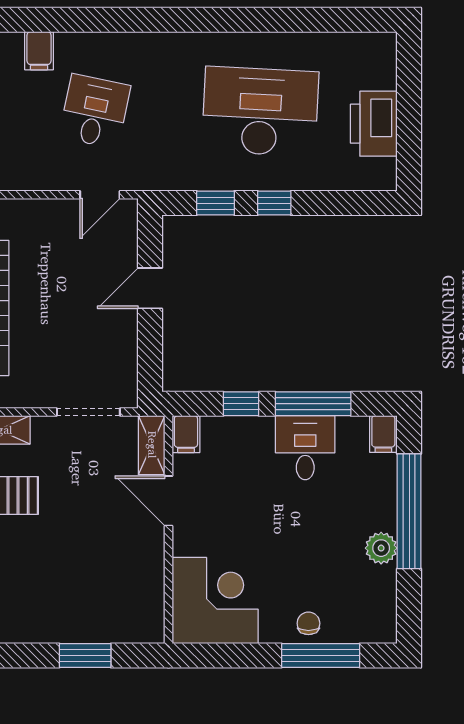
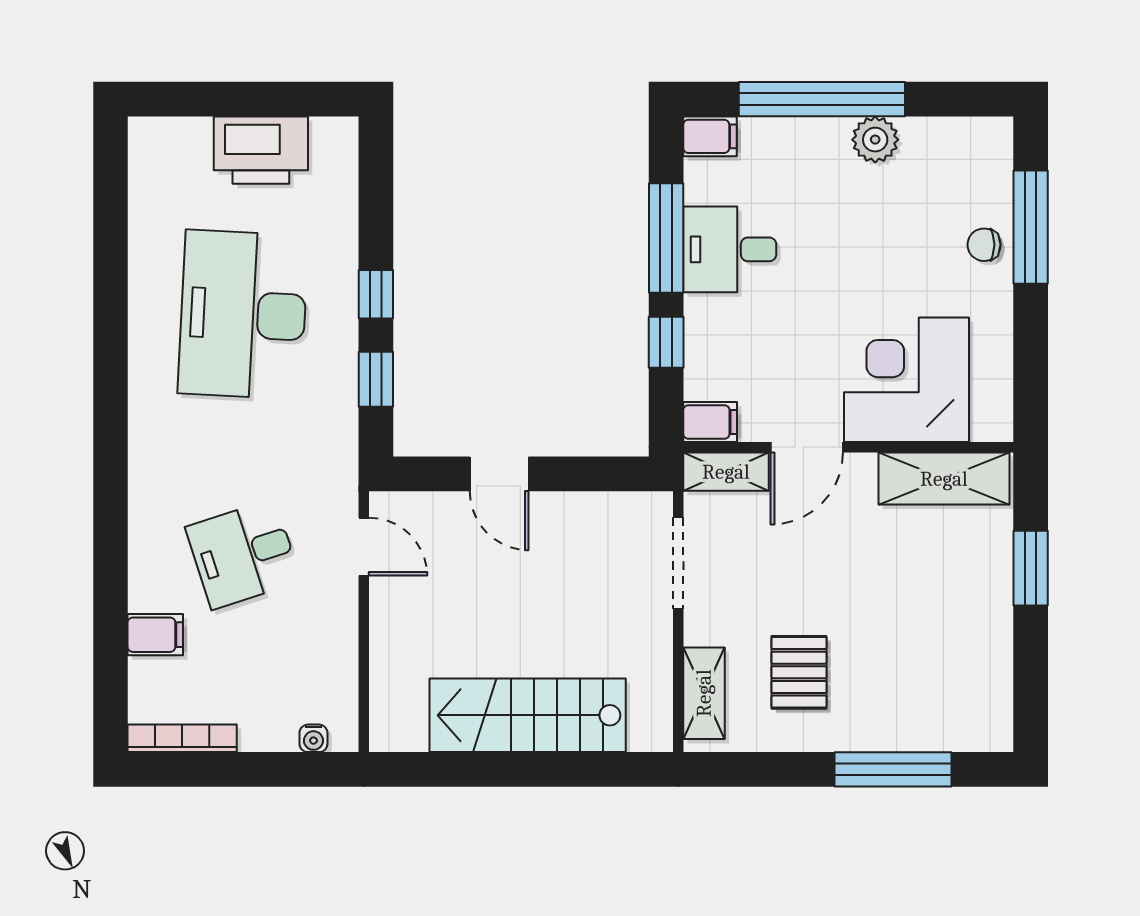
desk: (95, 111) -> (243, 554), turned -30
shelving: (147, 596) -> (944, 479), added
corner desk: (215, 601) -> (906, 380), moved

